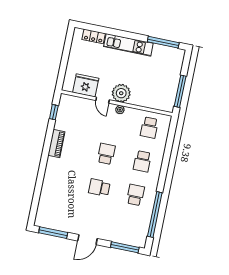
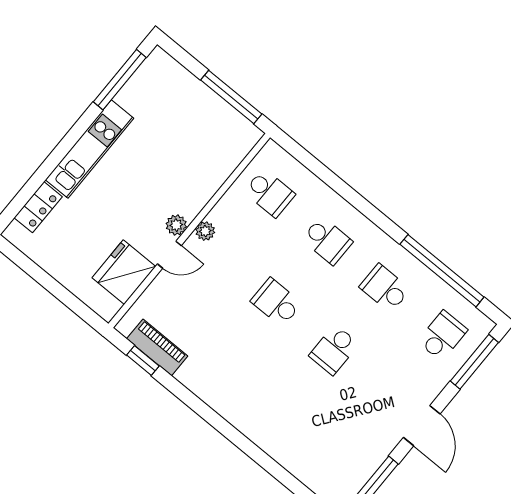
plant: (121, 93) -> (176, 225), width x0.53, depth x0.53
piano: (56, 143) -> (157, 347), moved
school desk: (128, 229) -> (442, 336), added

